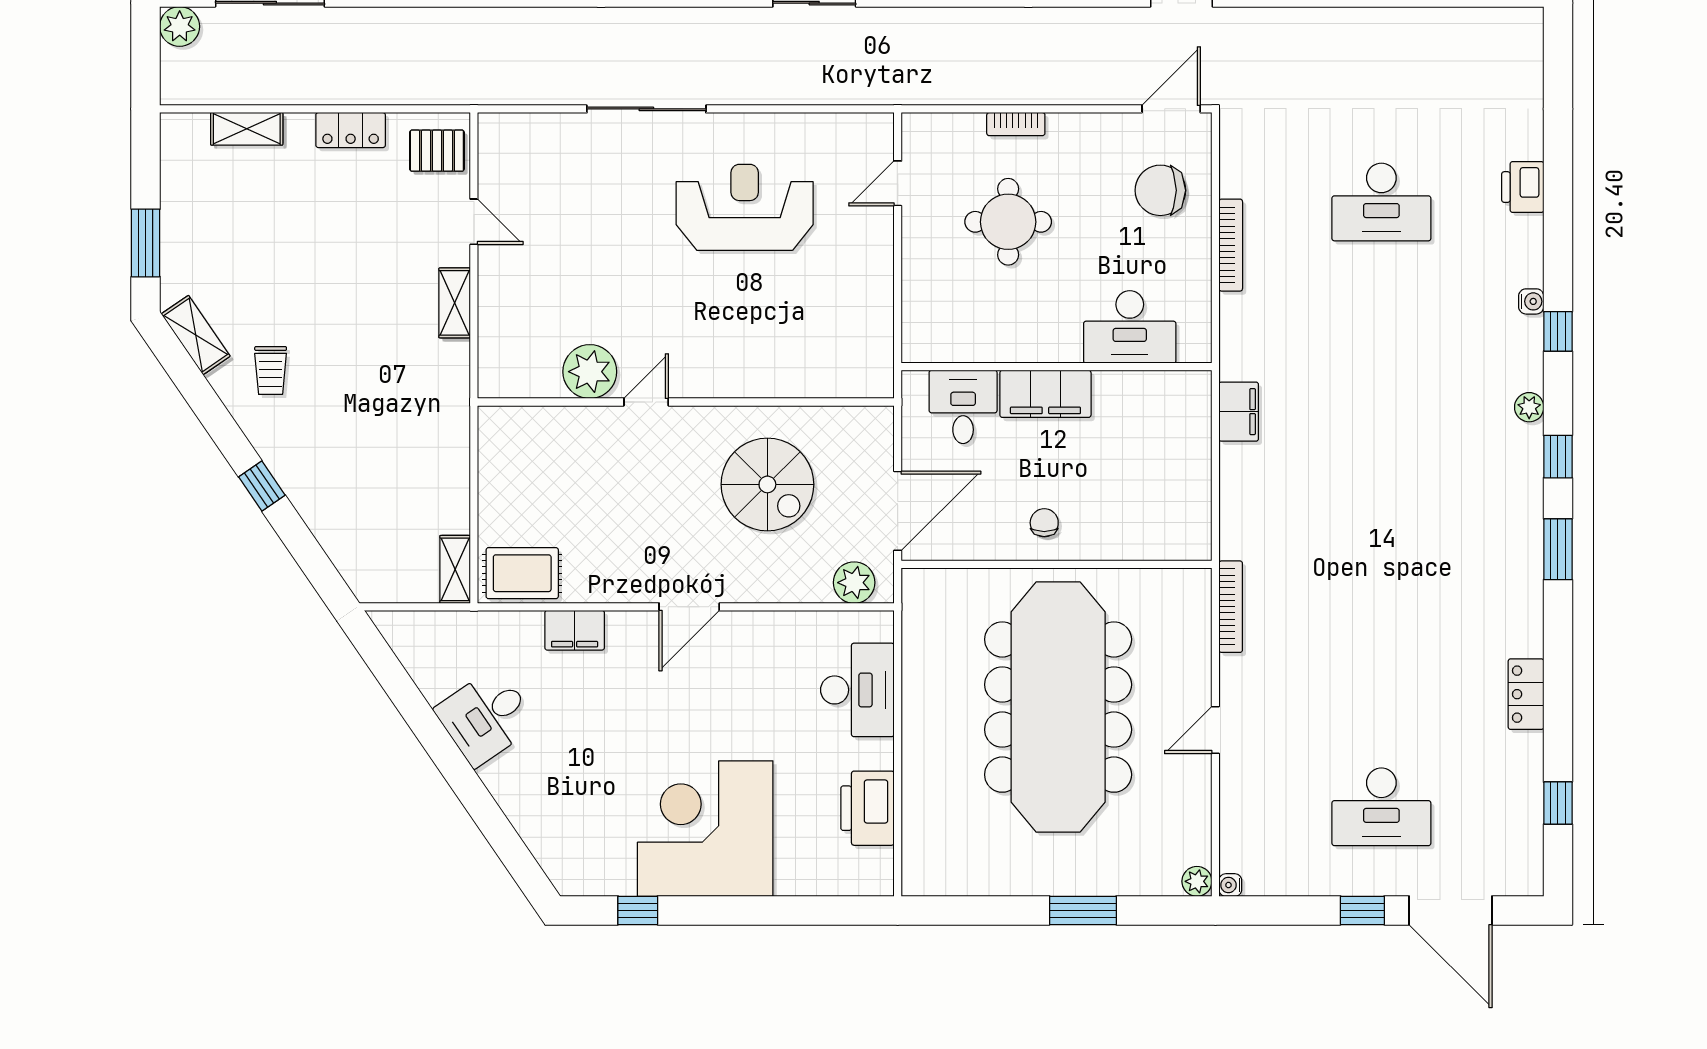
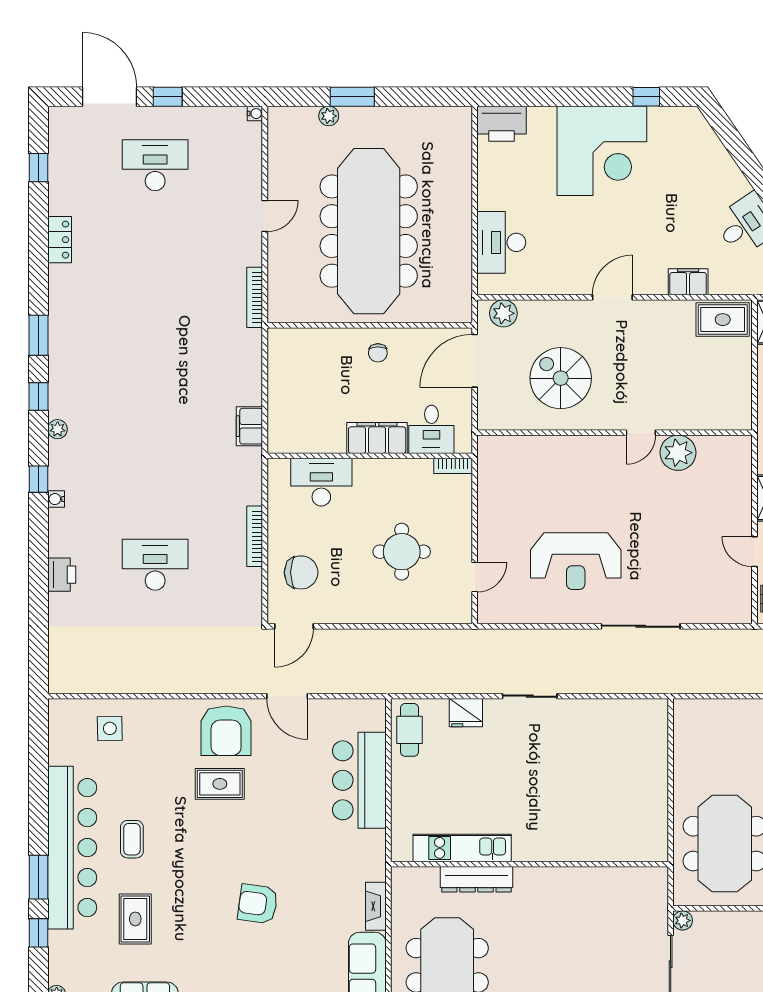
bookcase: (1016, 124) -> (453, 466), moved, turned 180
printer: (867, 808) -> (502, 124), moved, turned 90
plant: (1197, 881) -> (329, 116), moved

